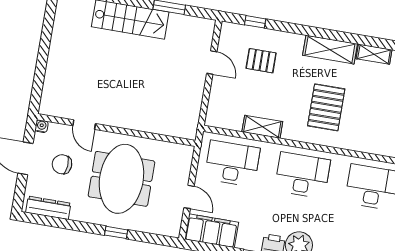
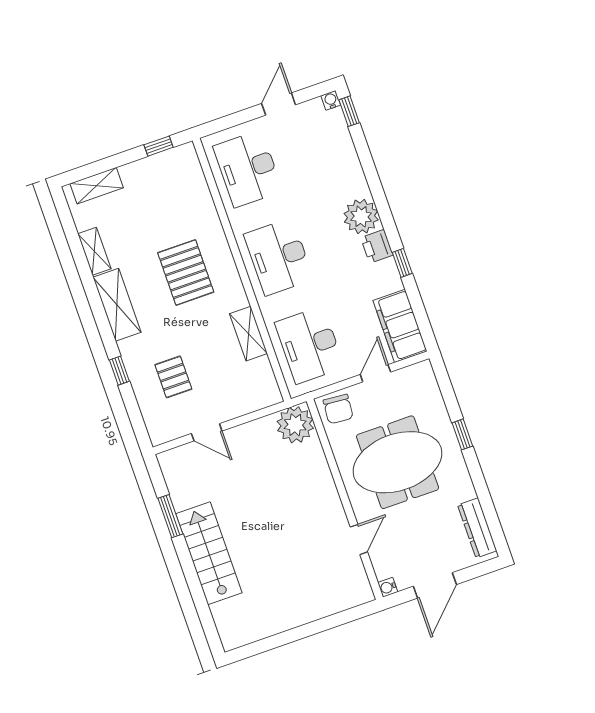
window: (255, 22) -> (119, 371), moved
door: (212, 62) -> (207, 432), swing flipped
pallet: (326, 107) -> (186, 272), turned 90
plant: (184, 124) -> (295, 425), added
chair: (62, 164) -> (338, 409), moved

